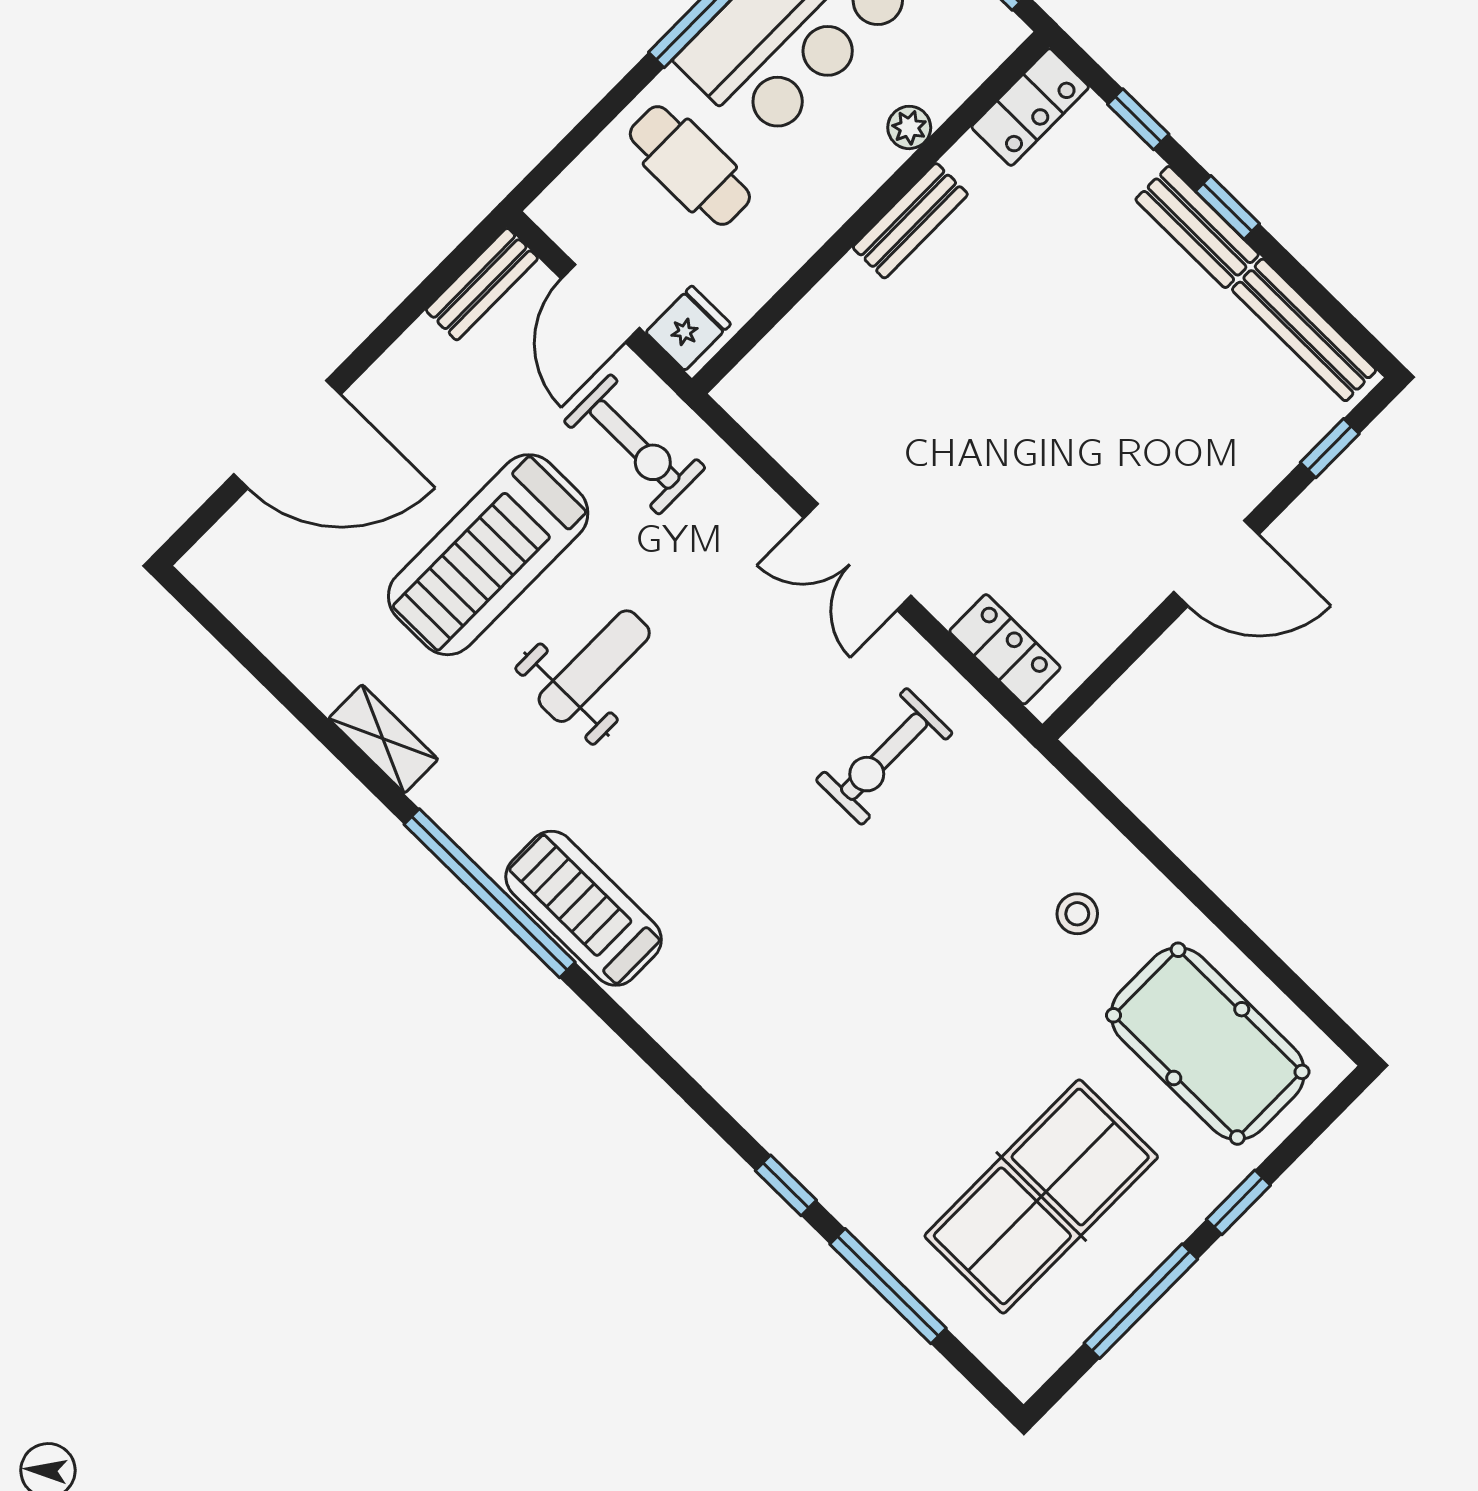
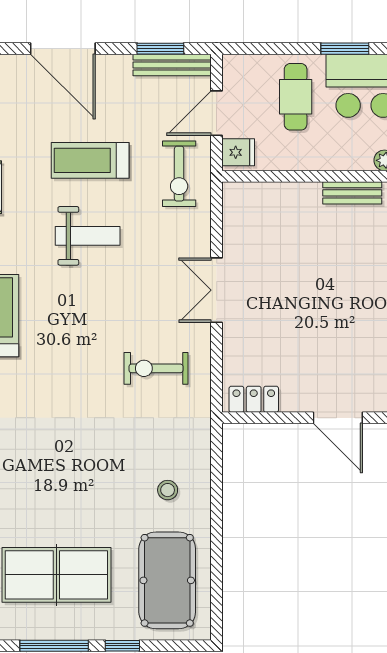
bench: (482, 284) -> (172, 65), width x1.36
window: (427, 293) -> (160, 49), added
treadmill: (488, 555) -> (90, 160), width x0.73, depth x0.73
locker: (1005, 649) -> (254, 399), moved, turned -90

